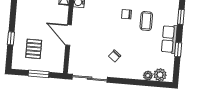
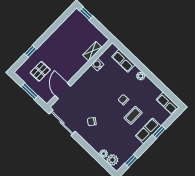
door: (69, 35) -> (63, 91), moved
row of seats: (169, 39) -> (148, 131), moved
window: (178, 50) -> (131, 161), moved

